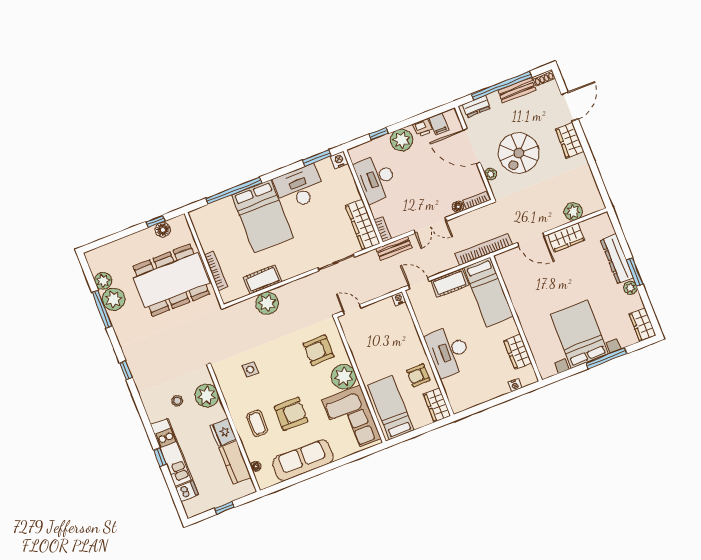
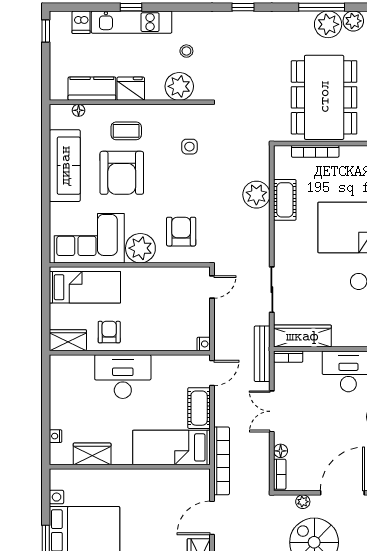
bench: (394, 248) -> (262, 354), width x1.36
armchair: (291, 414) -> (122, 173), width x1.36, depth x1.36
window: (224, 508) -> (46, 31), moved

